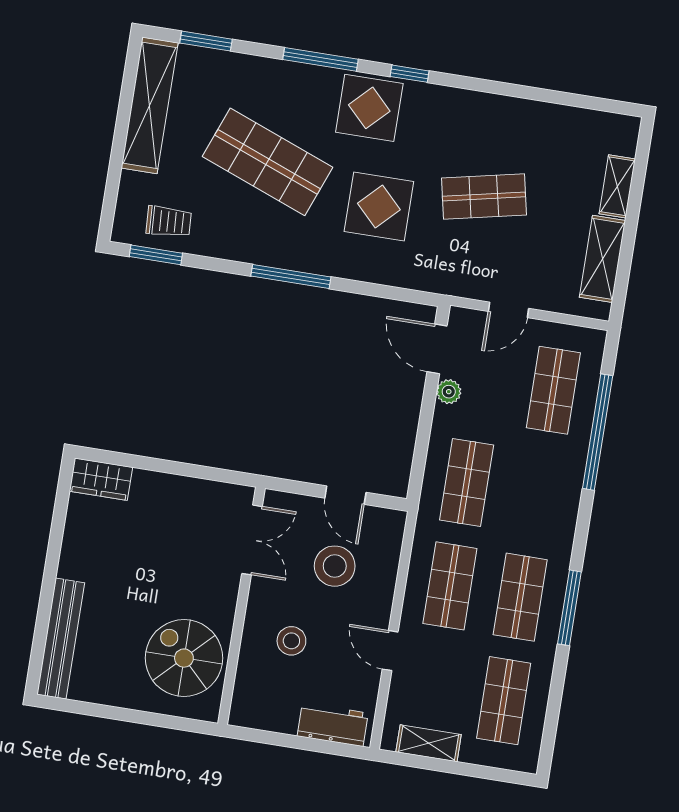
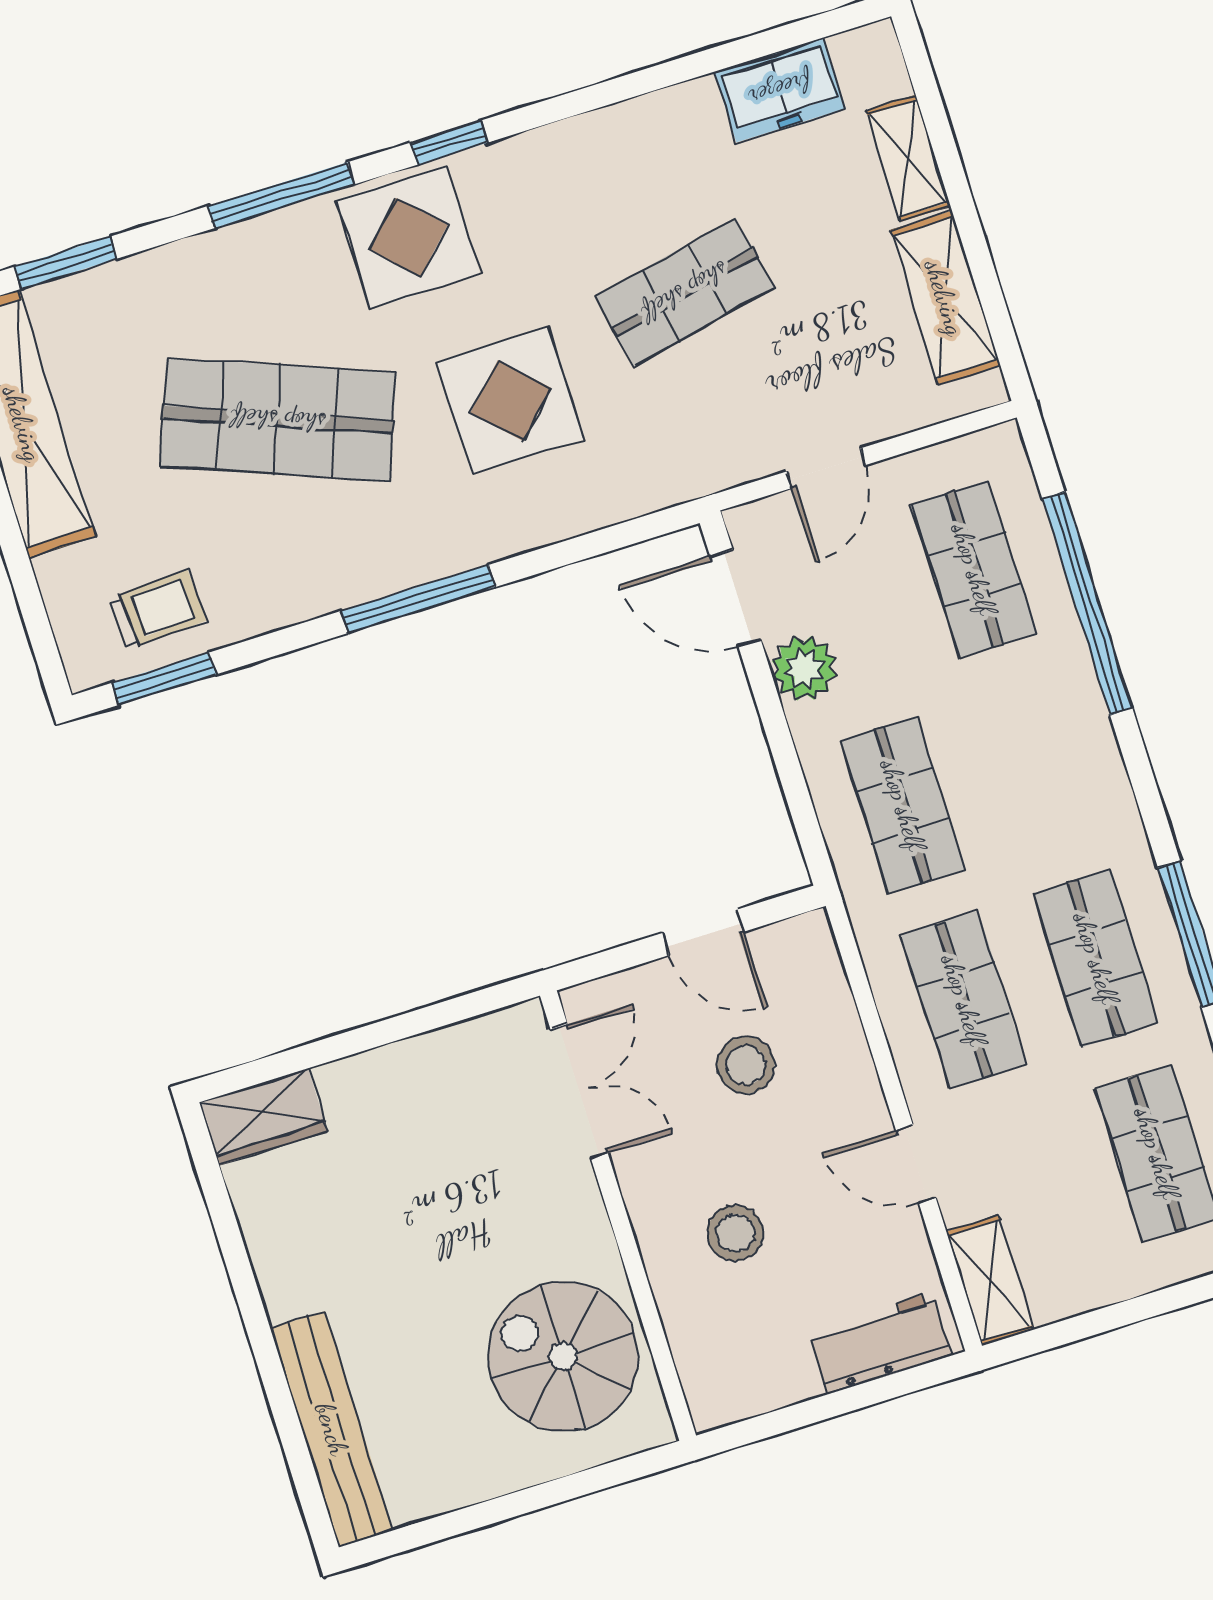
freezer: (574, 125) -> (780, 90), added
plant: (449, 392) -> (804, 668), width x1.38, depth x1.38
stool: (335, 566) -> (746, 1065), width x0.73, depth x0.73
shelving: (429, 743) -> (990, 1281), moved, turned 90

